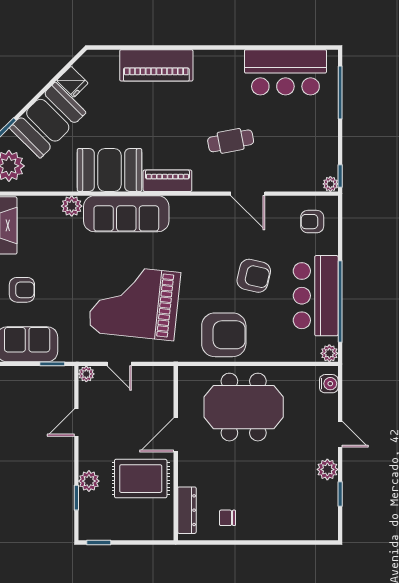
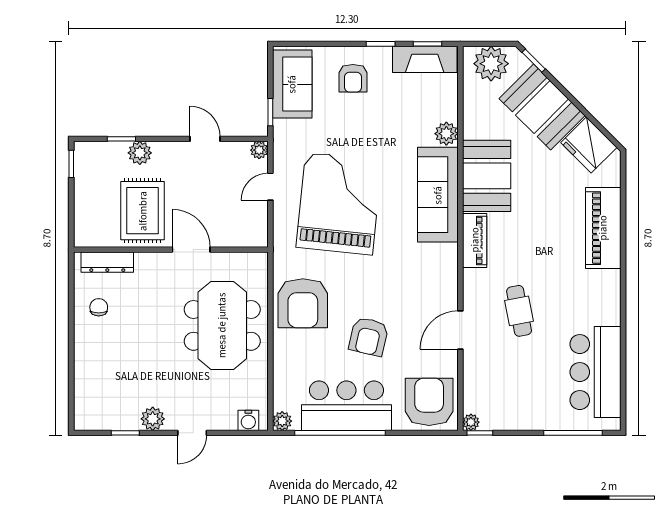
fridge: (72, 82) -> (589, 145), width x1.88, depth x1.34
armchair: (312, 222) -> (429, 402), width x1.88, depth x1.88

